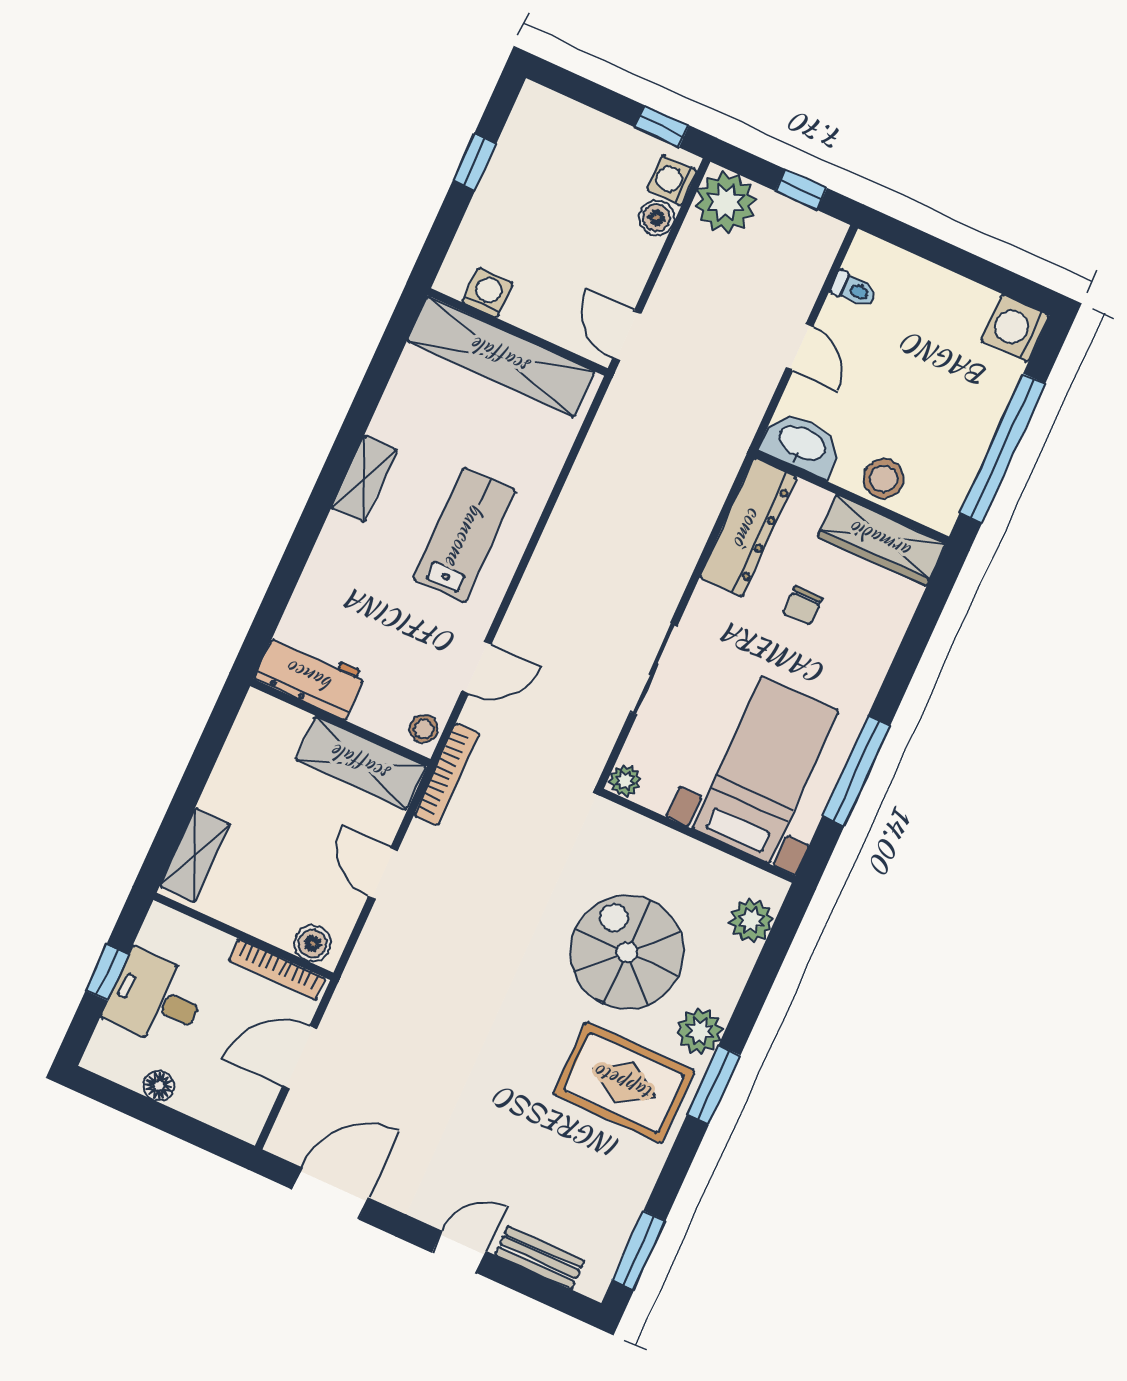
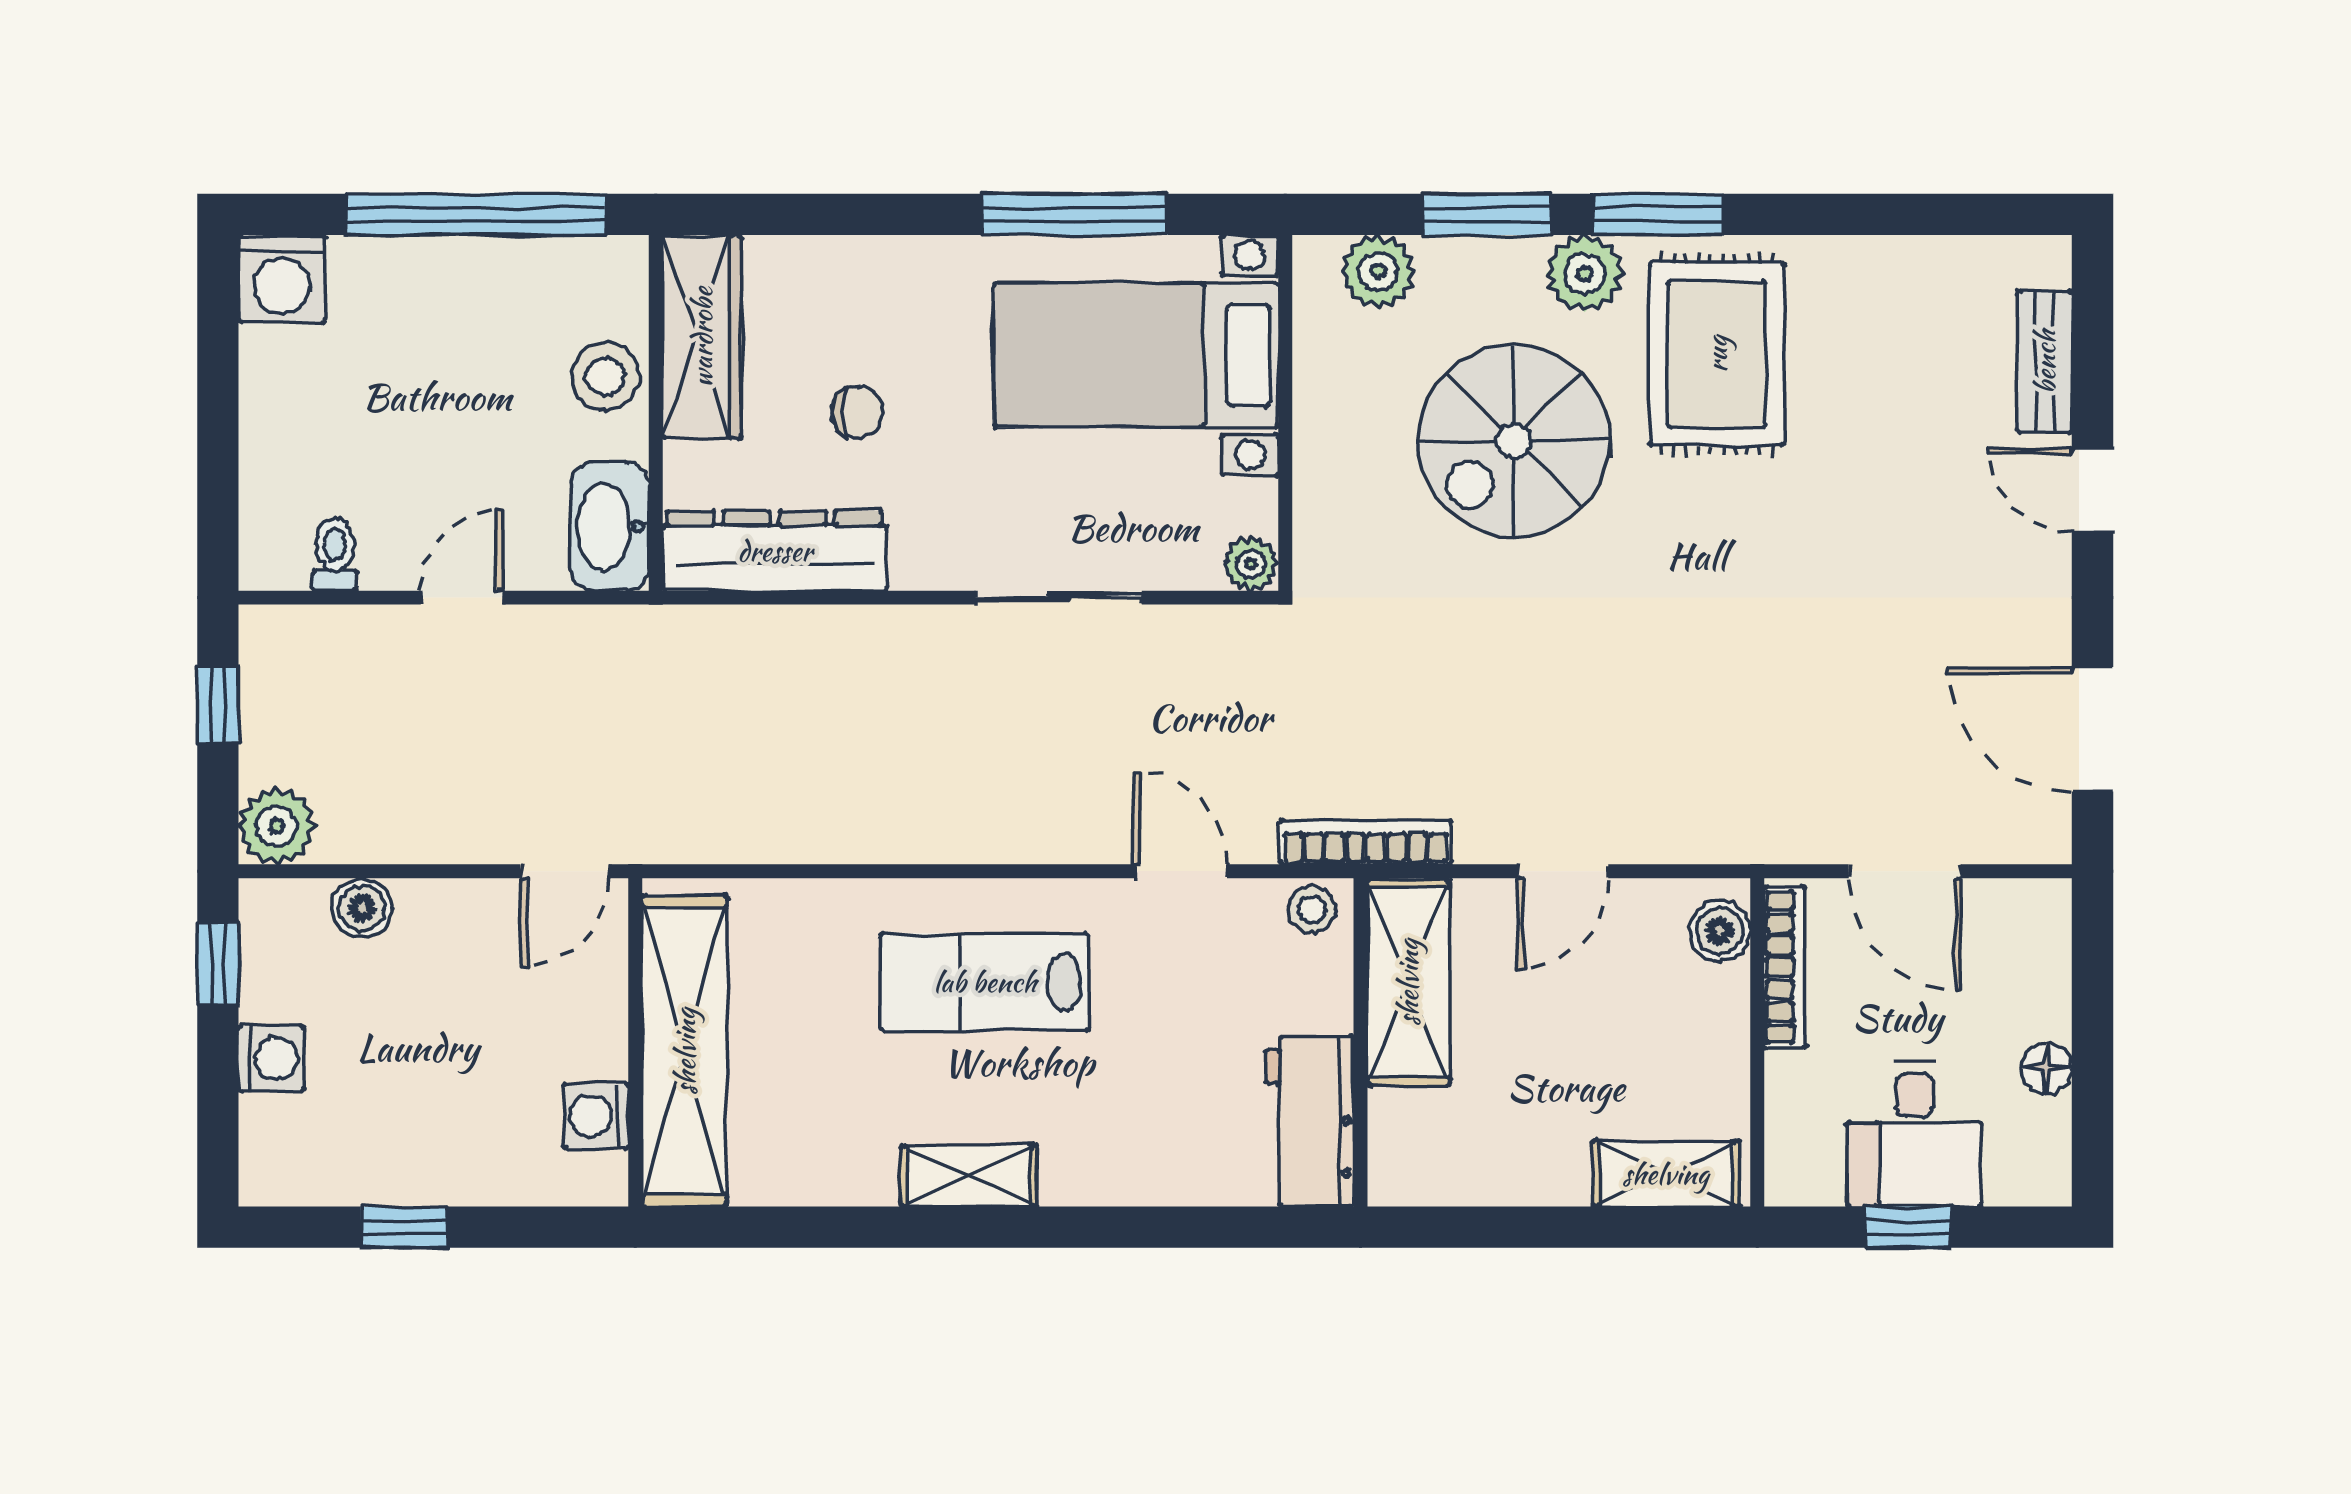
washing machine: (672, 180) -> (271, 1059), moved, turned -90
plant: (726, 203) -> (277, 826), width x0.73, depth x0.73
window: (639, 1250) -> (1487, 214), moved

